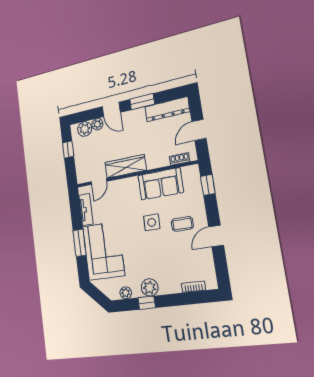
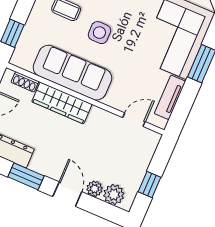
wardrobe: (125, 166) -> (62, 103), moved
sofa: (161, 184) -> (72, 73), width x1.36

